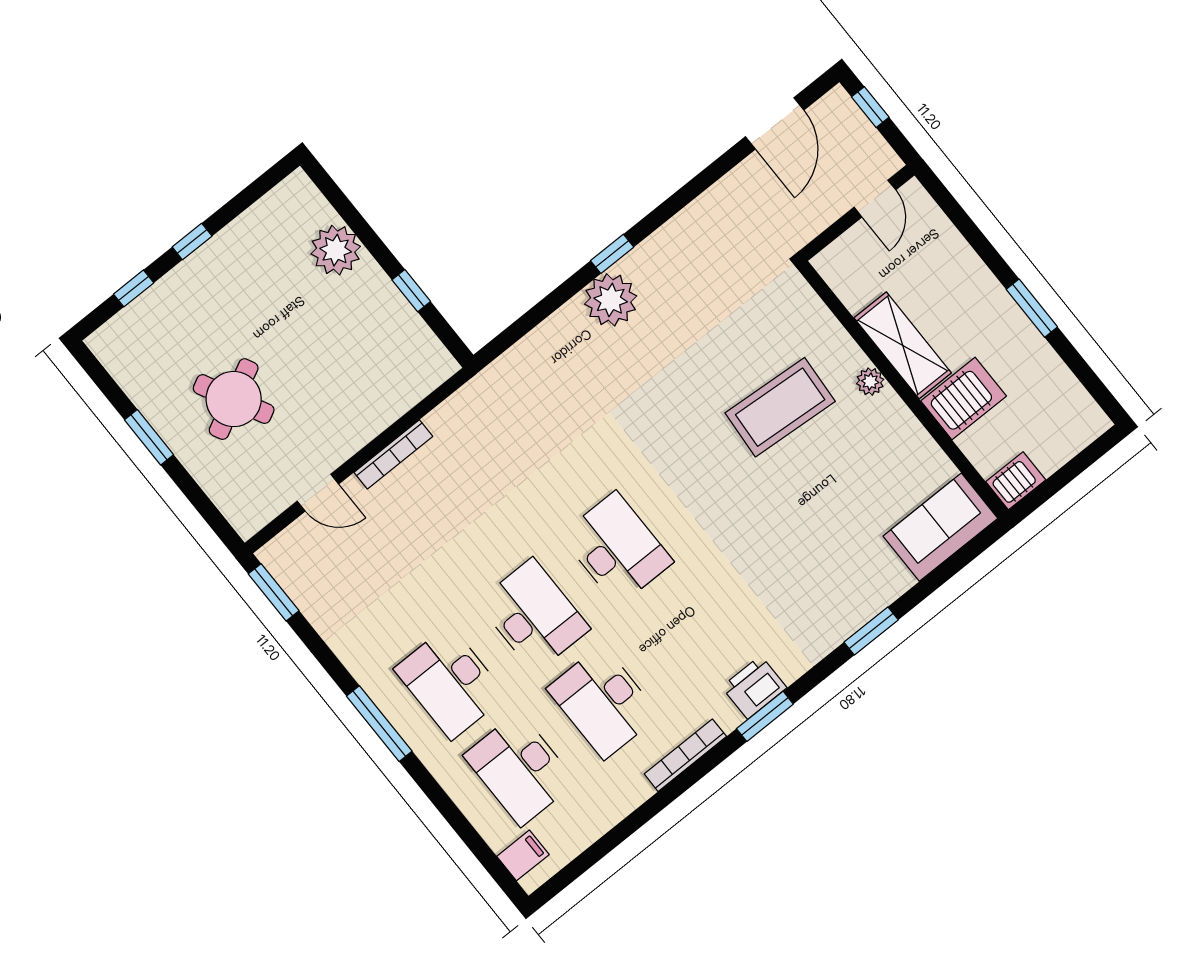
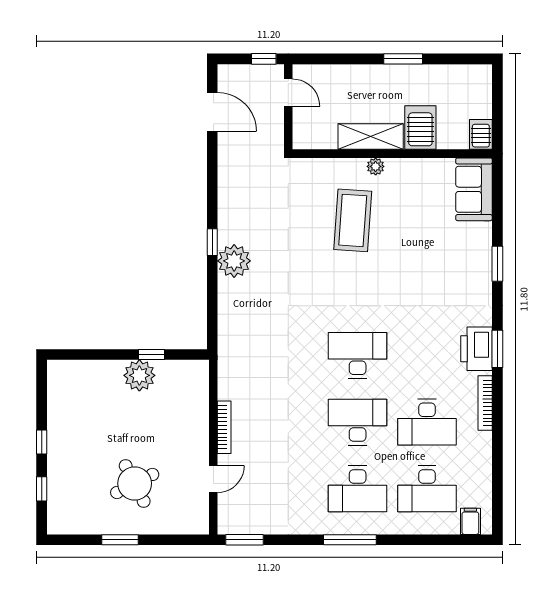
window: (870, 107) -> (264, 59), moved
plant: (336, 250) -> (139, 375), moved
printer: (754, 687) -> (476, 349), width x1.37, depth x1.19

